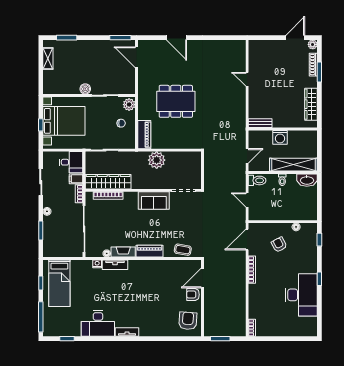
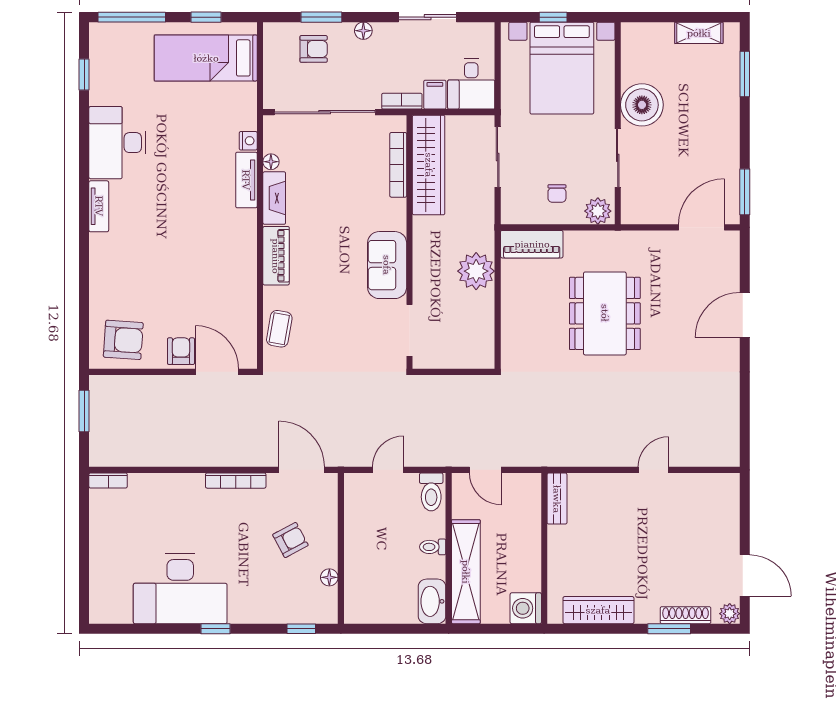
boiler: (85, 89) -> (642, 105), width x1.86, depth x1.86
washing machine: (280, 137) -> (526, 608), moved
armchair: (55, 234) -> (314, 49), added

